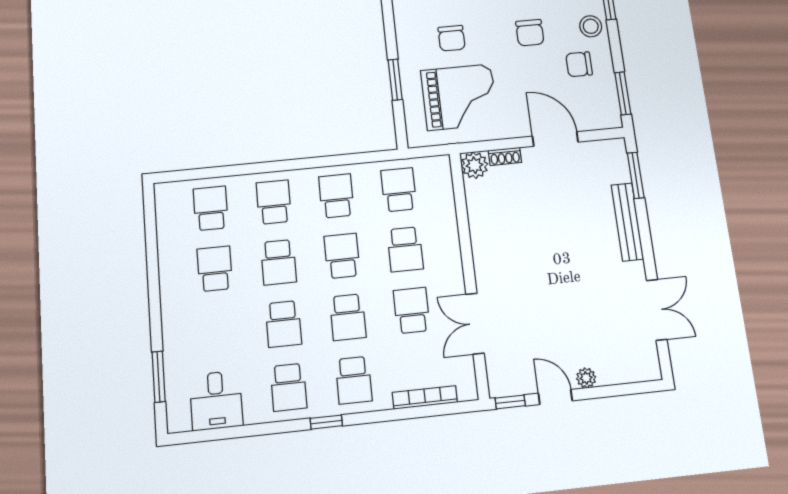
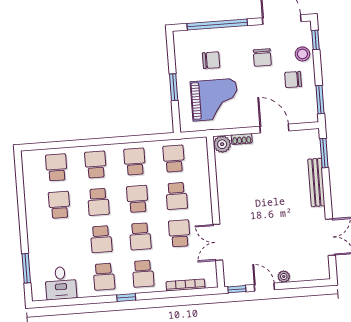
chair: (452, 38) -> (211, 60), turned -90

